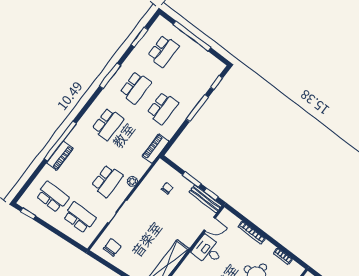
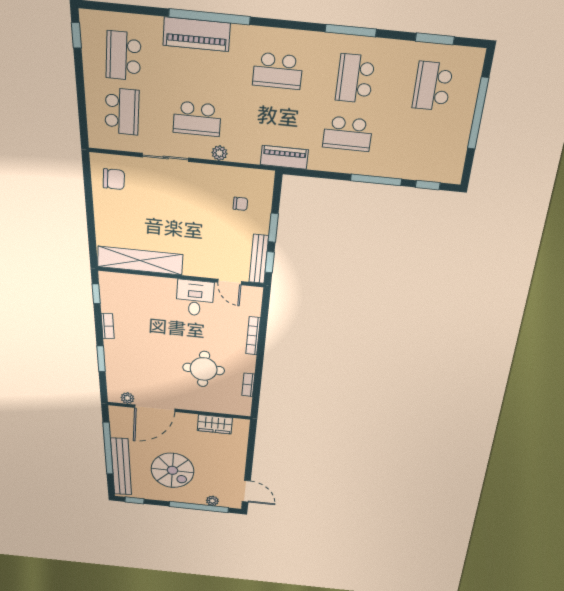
school desk: (163, 51) -> (433, 86), turned 90
school desk: (136, 88) -> (355, 79), turned 90
piano: (60, 156) -> (197, 34), width x1.37, depth x1.33
school desk: (52, 197) -> (123, 56), turned 180

